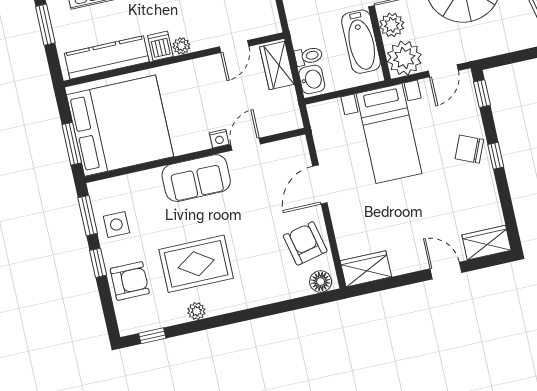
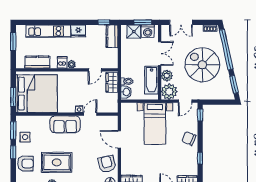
kitchen counter: (107, 57) -> (37, 62), width x0.67
window: (496, 156) -> (200, 158), moved
door: (320, 185) -> (119, 139), hinge flipped

